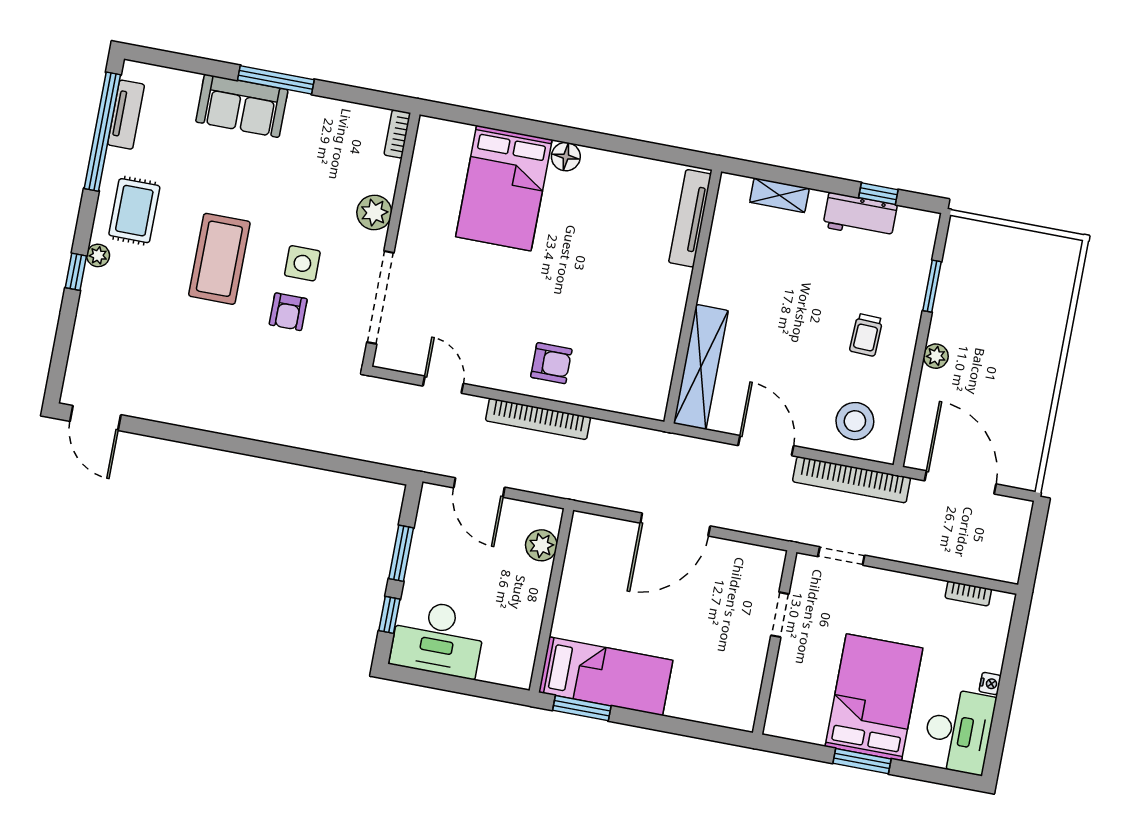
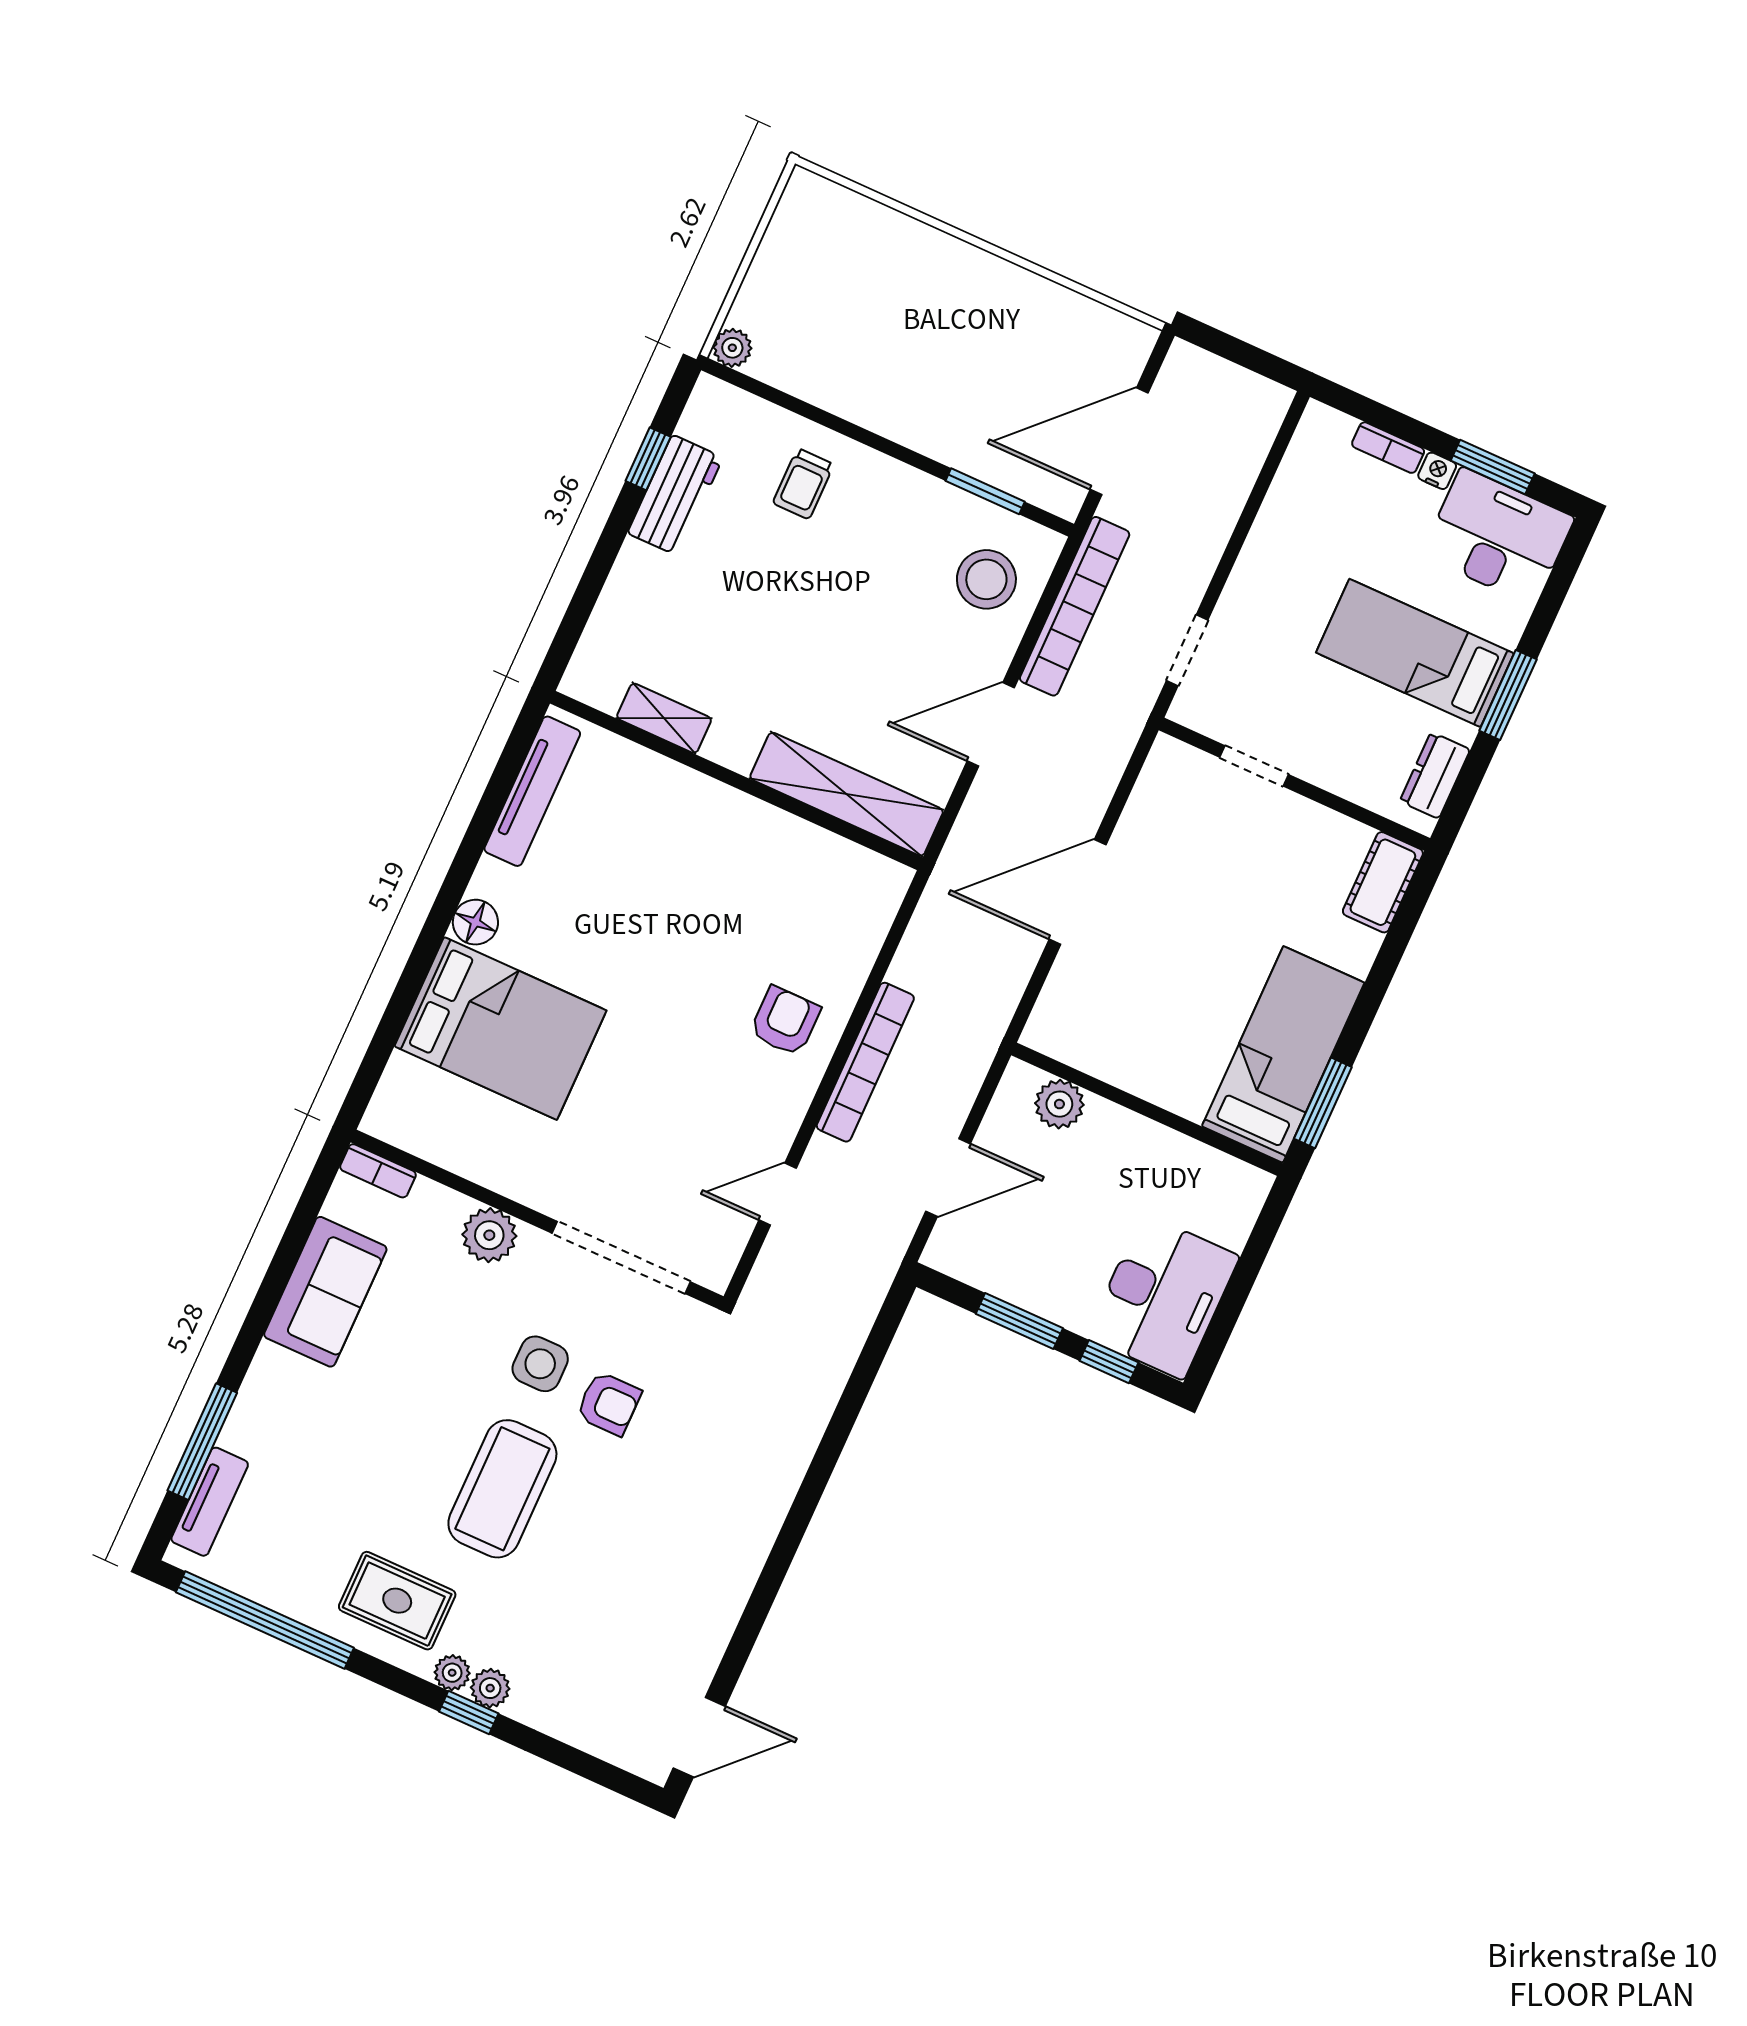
window: (276, 80) -> (202, 1442), moved
sofa: (242, 106) -> (325, 1292), moved
tv unit: (126, 115) -> (210, 1502), moved, turned 90
shelving: (779, 195) -> (664, 718), moved, turned 90
tv unit: (690, 218) -> (532, 791), moved, turned -90
coffee table: (219, 259) -> (502, 1489), turned 90
plant: (94, 281) -> (490, 1688), added
window: (932, 286) -> (985, 491), moved
trolley: (866, 335) -> (803, 484), moved, turned 88
plant: (936, 356) -> (732, 348), moved
door: (675, 525) -> (1078, 892), swing flipped
bookcase: (968, 593) -> (1388, 448), moved, turned 90
bed: (874, 697) -> (1415, 653), width x0.67
cot: (727, 712) -> (1383, 882), added
window: (1001, 717) -> (1493, 467), added
dresser: (801, 728) -> (1435, 775), added

